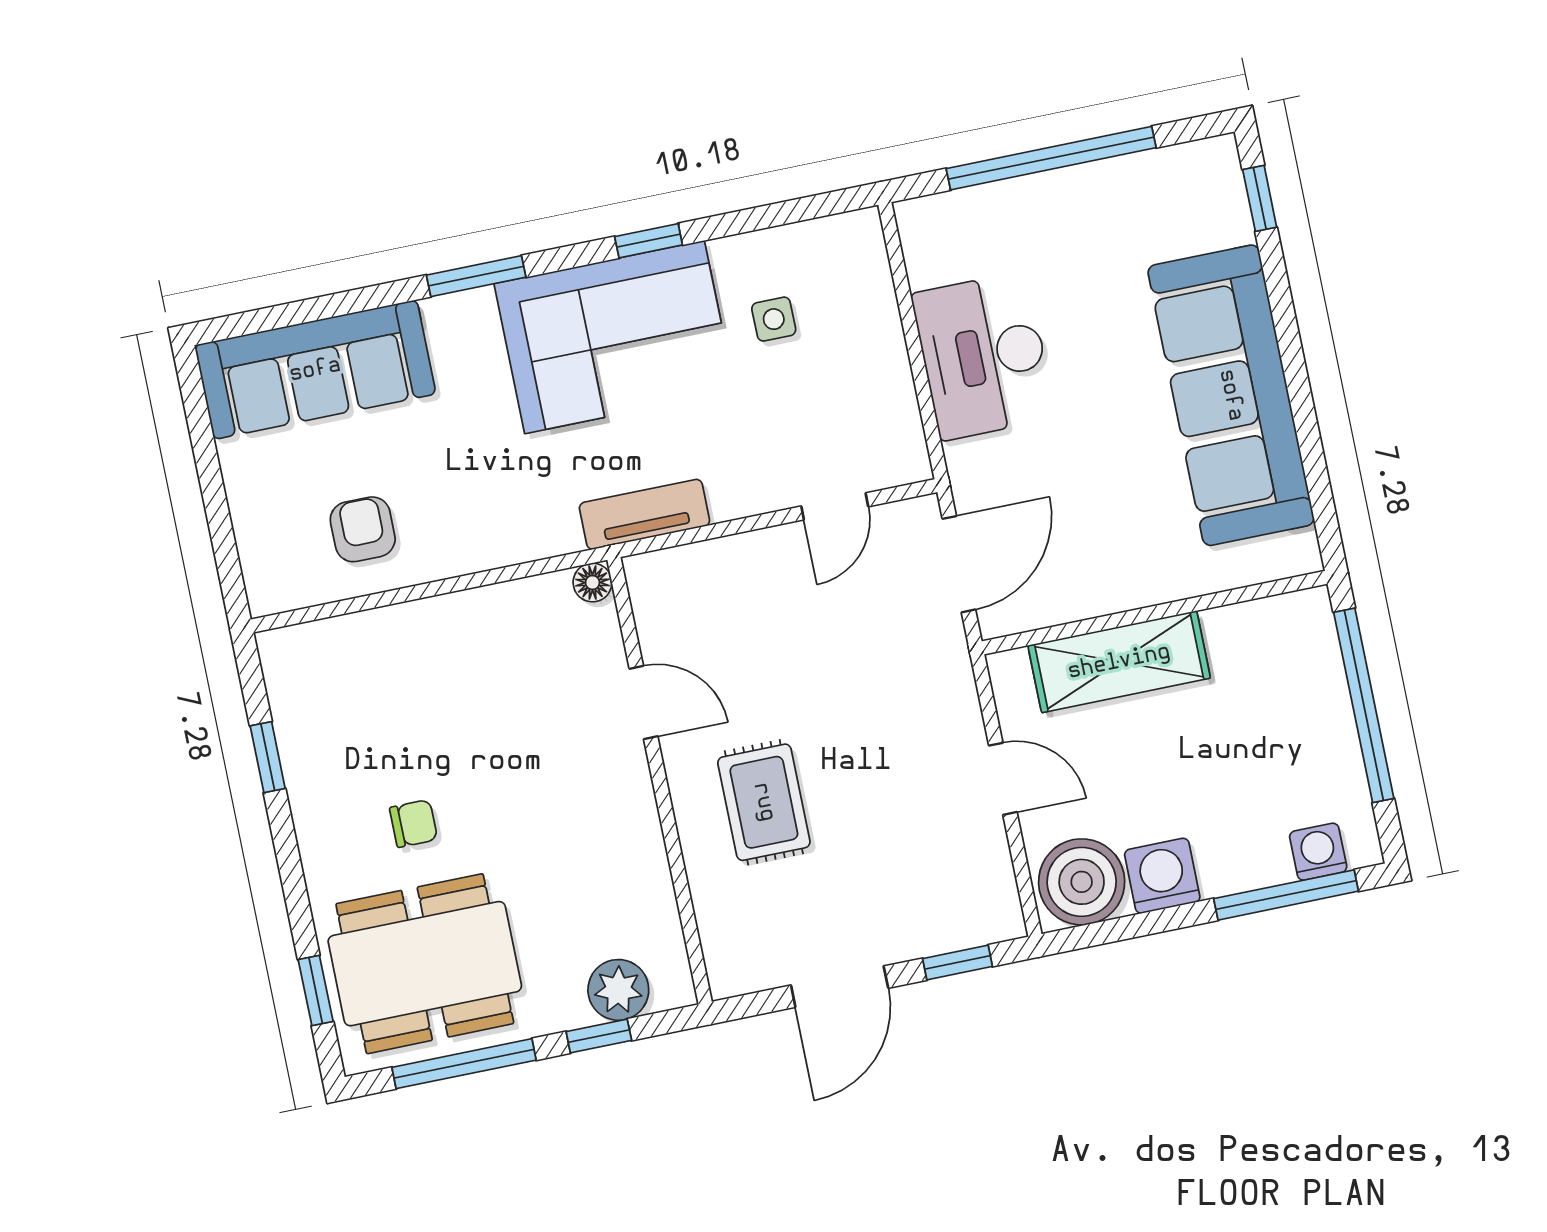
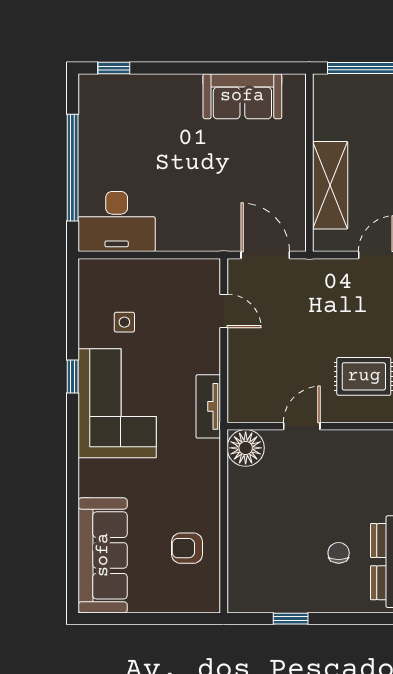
window: (476, 276) -> (73, 466), removed
desk: (984, 356) -> (117, 222), moved
sofa: (1231, 395) -> (242, 96), width x0.54, depth x0.79
floor lamp: (592, 582) -> (246, 448), width x1.89, depth x1.89

